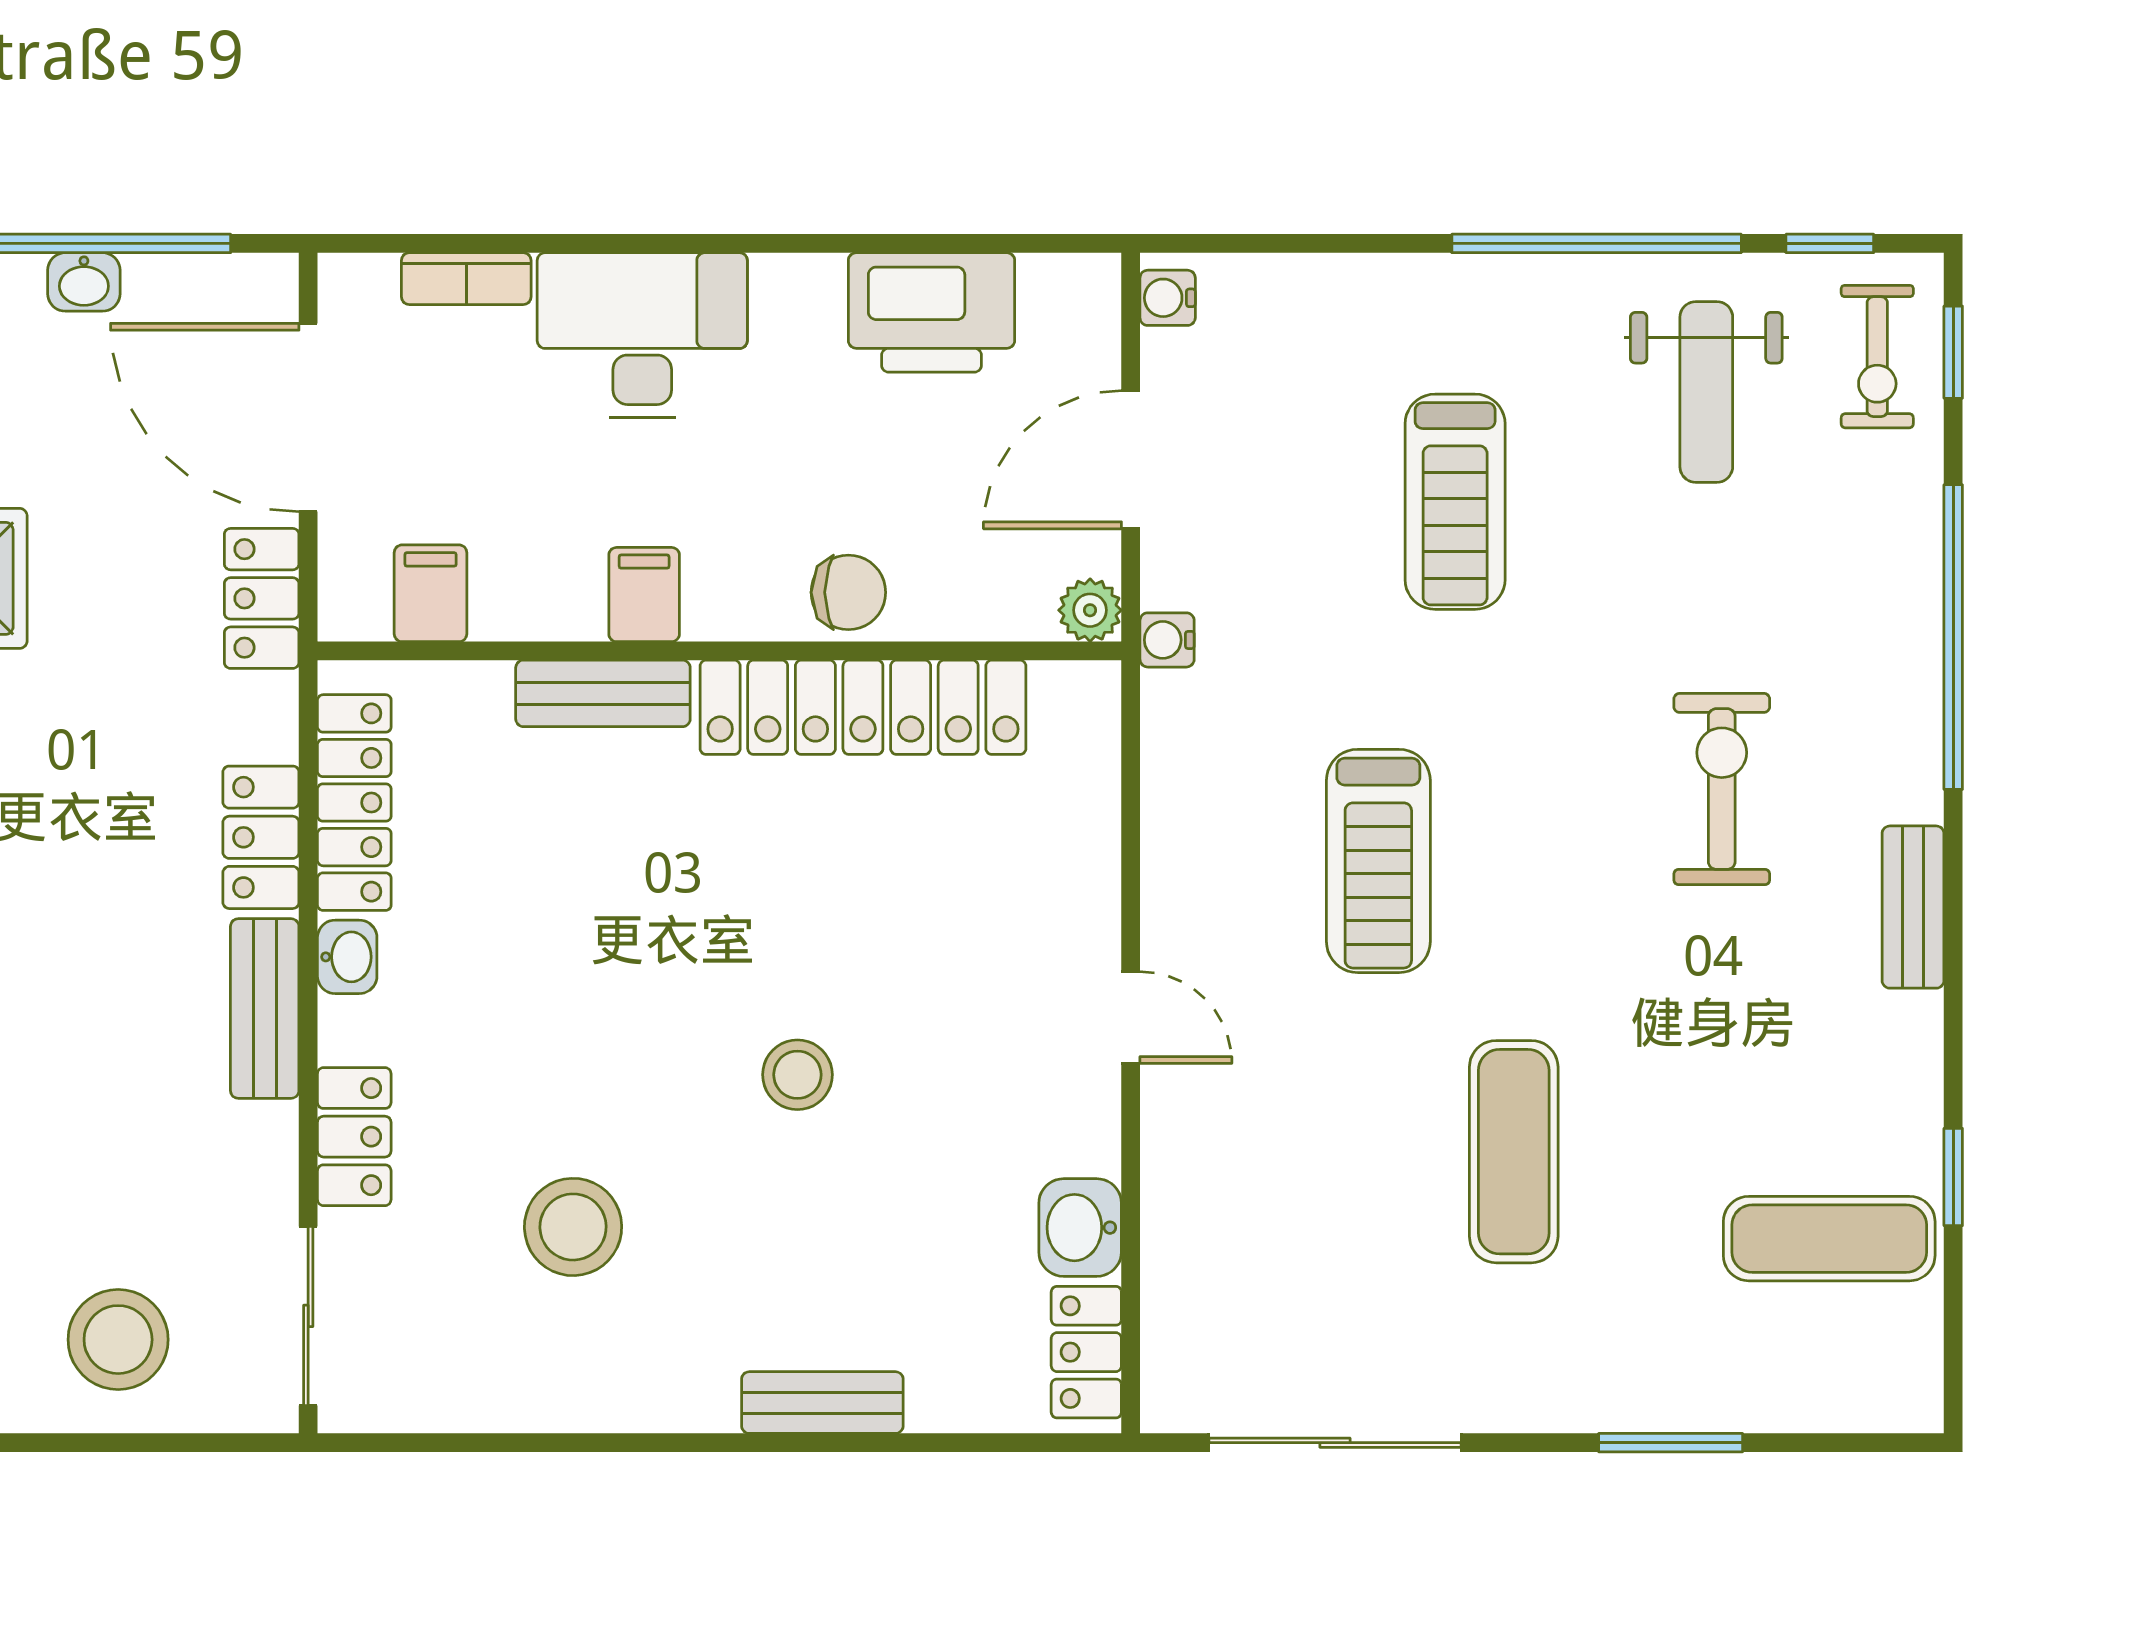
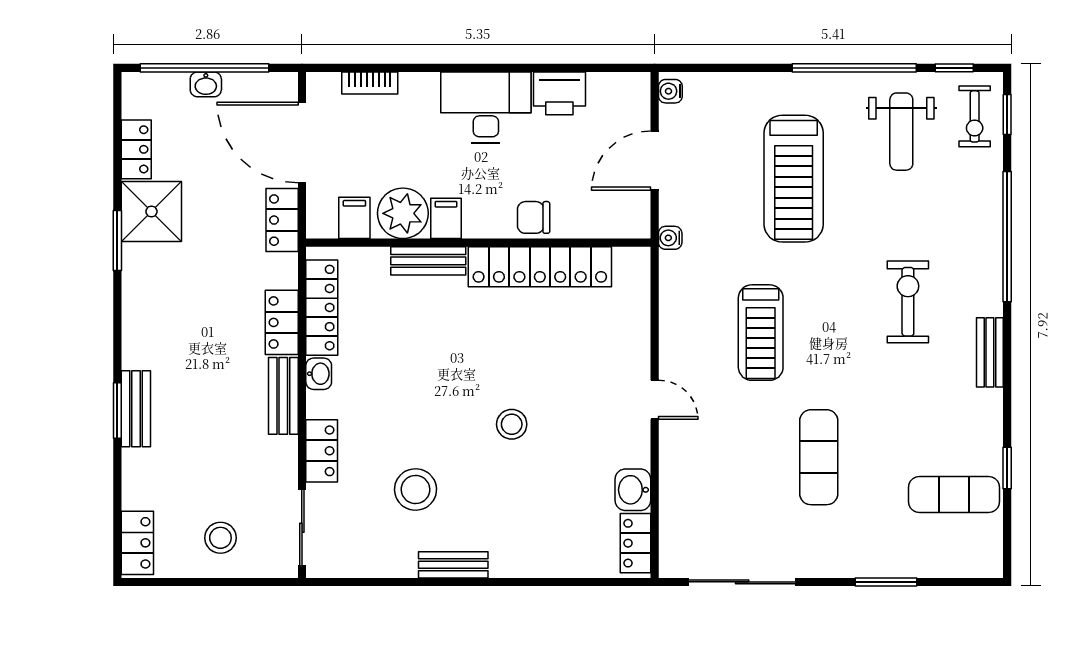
printer: (932, 312) -> (559, 93), width x0.73, depth x0.84
desk: (642, 335) -> (486, 107), moved
treadmill: (1455, 502) -> (794, 179), width x1.37, depth x1.38
chair: (848, 592) -> (534, 217), turned 180
plant: (1090, 610) -> (403, 213), moved, width x1.87, depth x1.87
stool: (118, 1340) -> (220, 538), width x0.73, depth x0.73
bench: (822, 1403) -> (453, 565), moved

